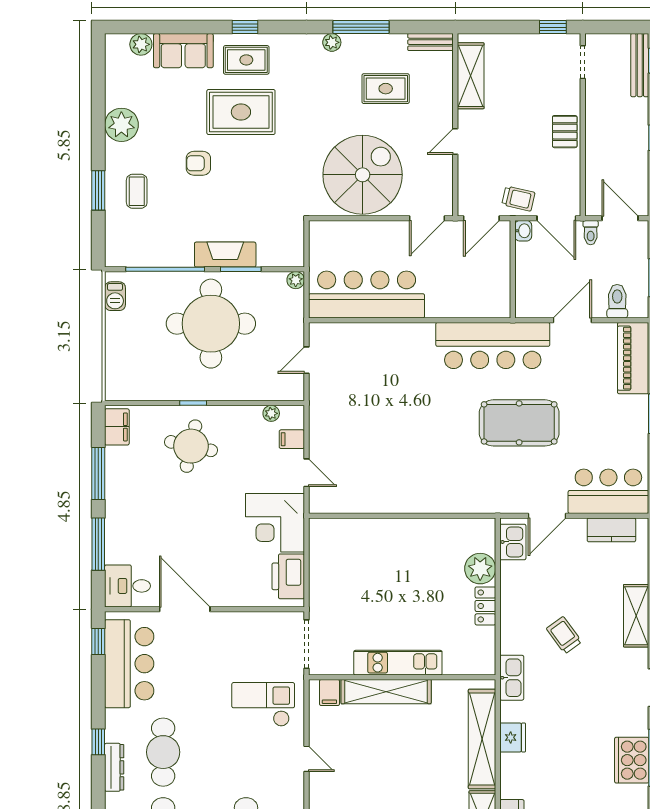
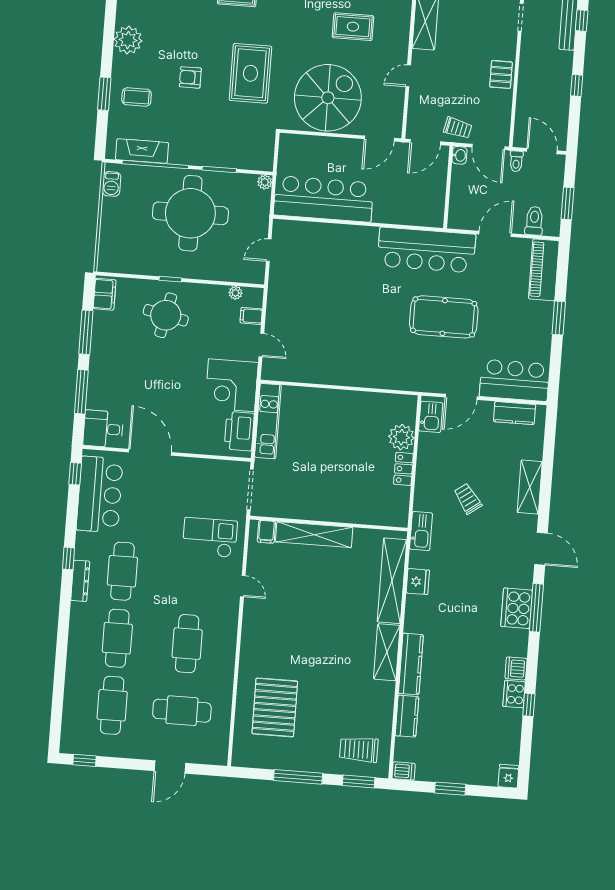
rug: (241, 112) -> (250, 73), moved, turned 90
coffee table: (137, 191) -> (137, 97), turned 90
fireplace: (225, 255) -> (142, 151), moved
kitchen unit: (398, 663) -> (268, 421), moved, turned 90

